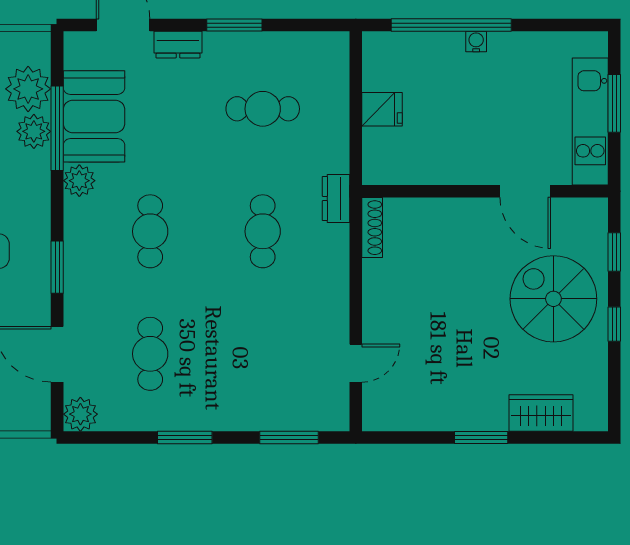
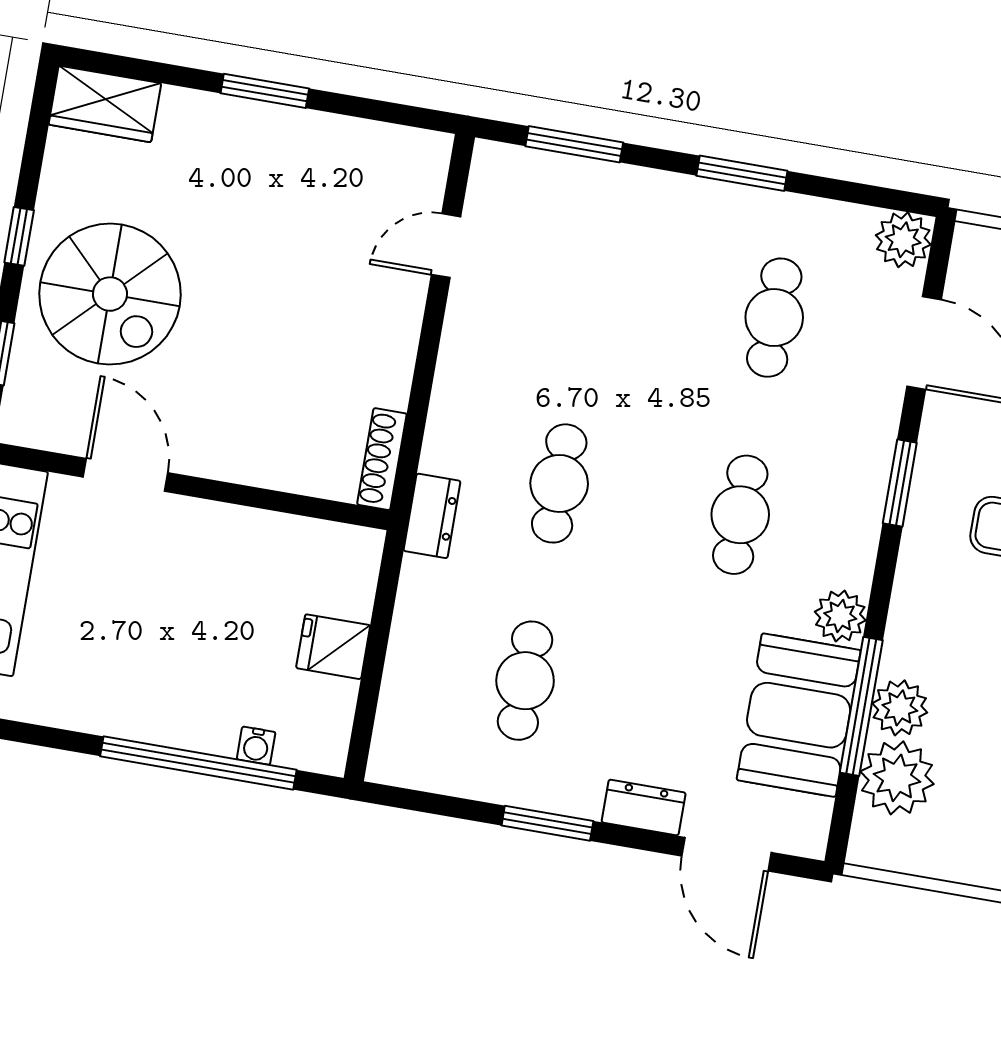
water cooler: (476, 42) -> (256, 746), moved
cafe table: (263, 109) -> (525, 681), turned 90
wardrobe: (541, 413) -> (105, 104), moved

